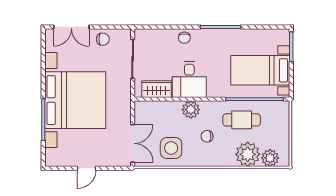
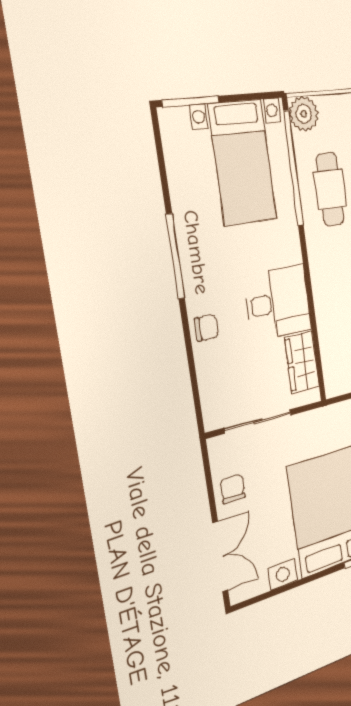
plant: (191, 110) -> (304, 114), moved

